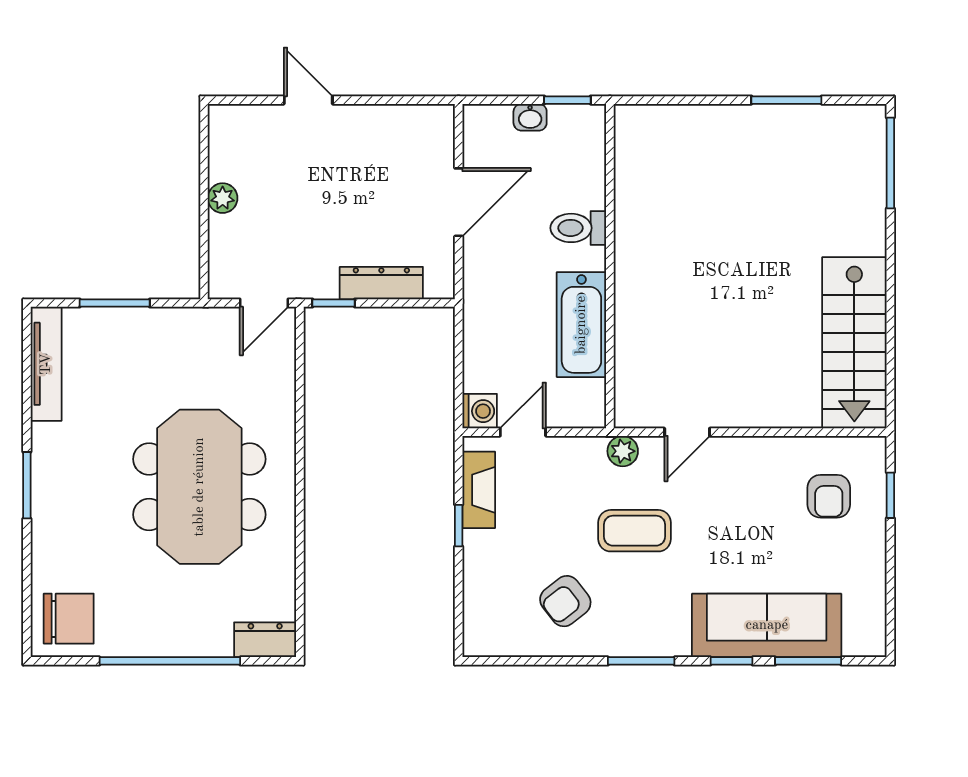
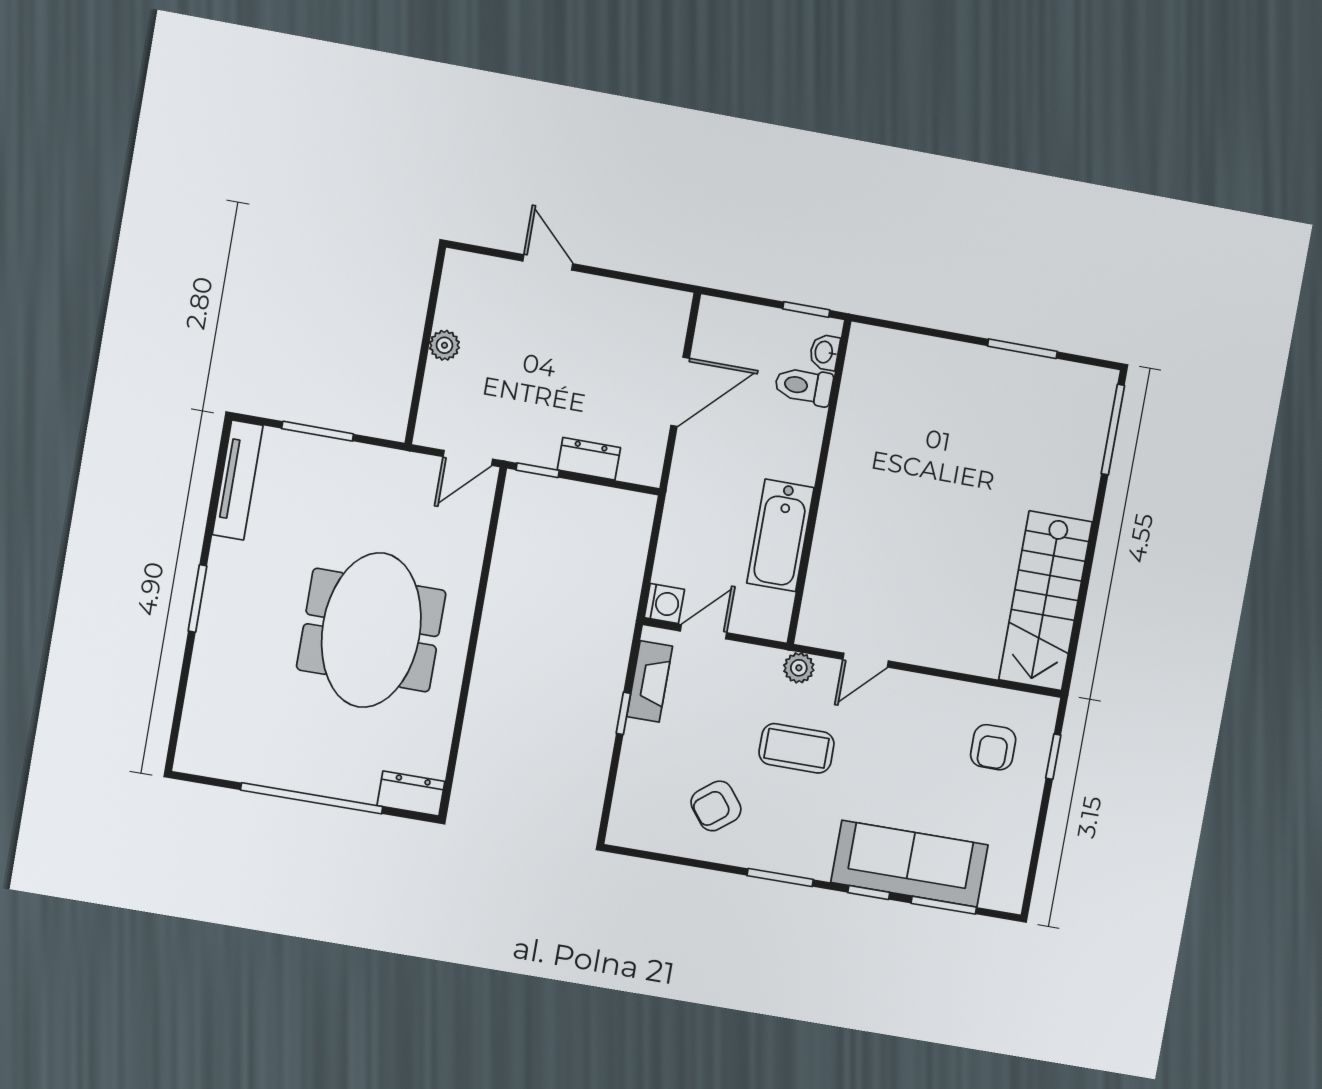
washbasin: (530, 117) -> (825, 352), moved, turned 90
toilet: (578, 228) -> (804, 386), moved
dresser: (381, 283) -> (589, 459), width x0.70
chair: (69, 619) -> (217, 739), removed

